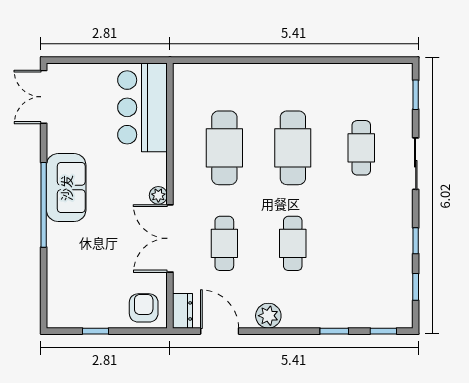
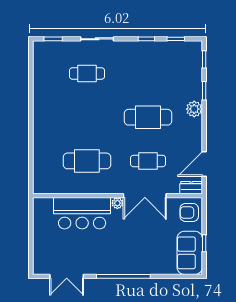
double door: (44, 97) -> (67, 276), moved
bar counter: (142, 107) -> (82, 213), moved
cafe table: (293, 148) -> (87, 117), removed
sofa: (66, 188) -> (190, 253), moved, turned -90
cafe table: (293, 243) -> (148, 117), width x1.37, depth x1.35
plant: (268, 316) -> (194, 109), moved

